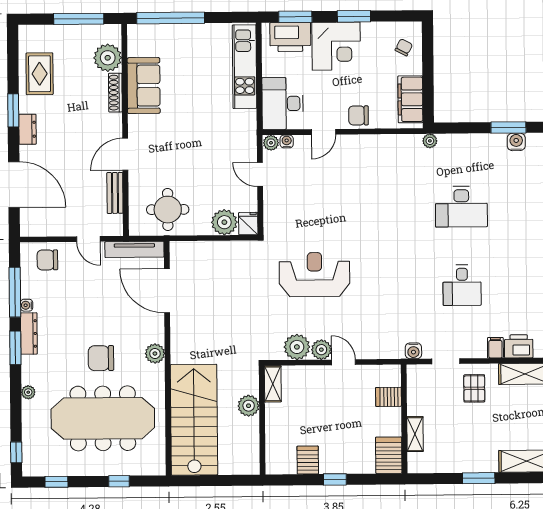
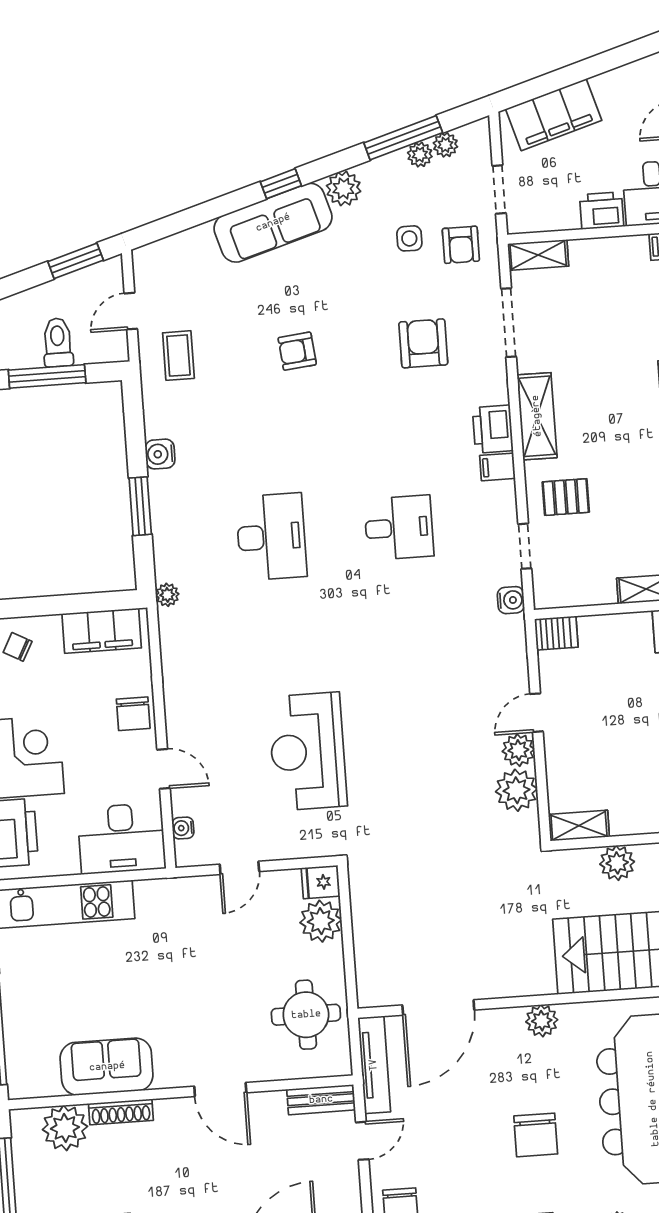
window: (508, 128) -> (140, 506), moved
plant: (271, 143) -> (187, 853), removed
bench: (115, 193) -> (321, 1100), moved
reception desk: (314, 275) -> (308, 751), moved
chair: (101, 358) -> (536, 1135), moved
server rack: (388, 397) -> (556, 633), moved, turned -90

